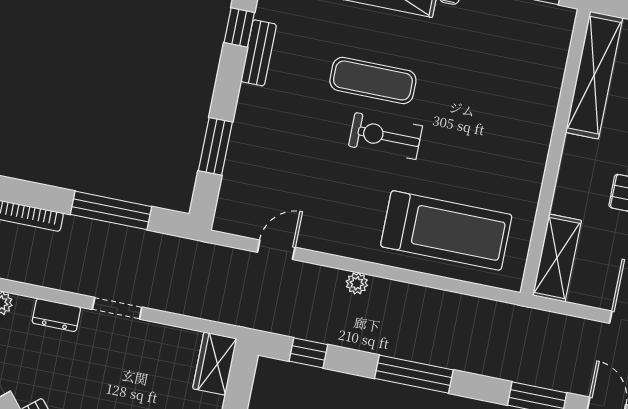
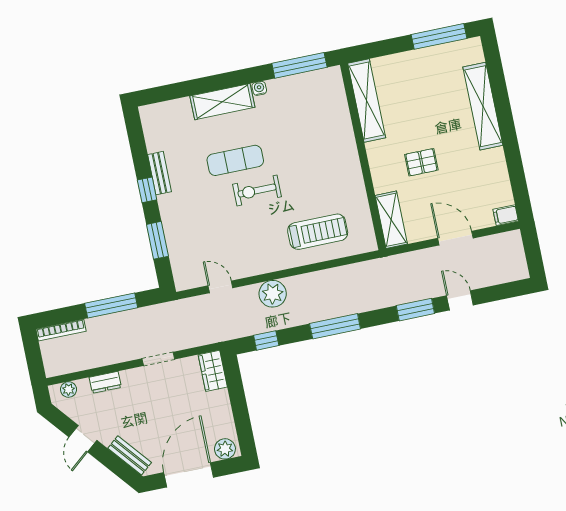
window: (239, 27) -> (147, 190), moved
treadmill: (446, 231) -> (318, 232), width x0.73, depth x0.73
door: (276, 250) -> (220, 287), hinge flipped
plant: (357, 283) -> (273, 294), width x1.88, depth x1.88
doorway: (117, 308) -> (158, 359), moved

